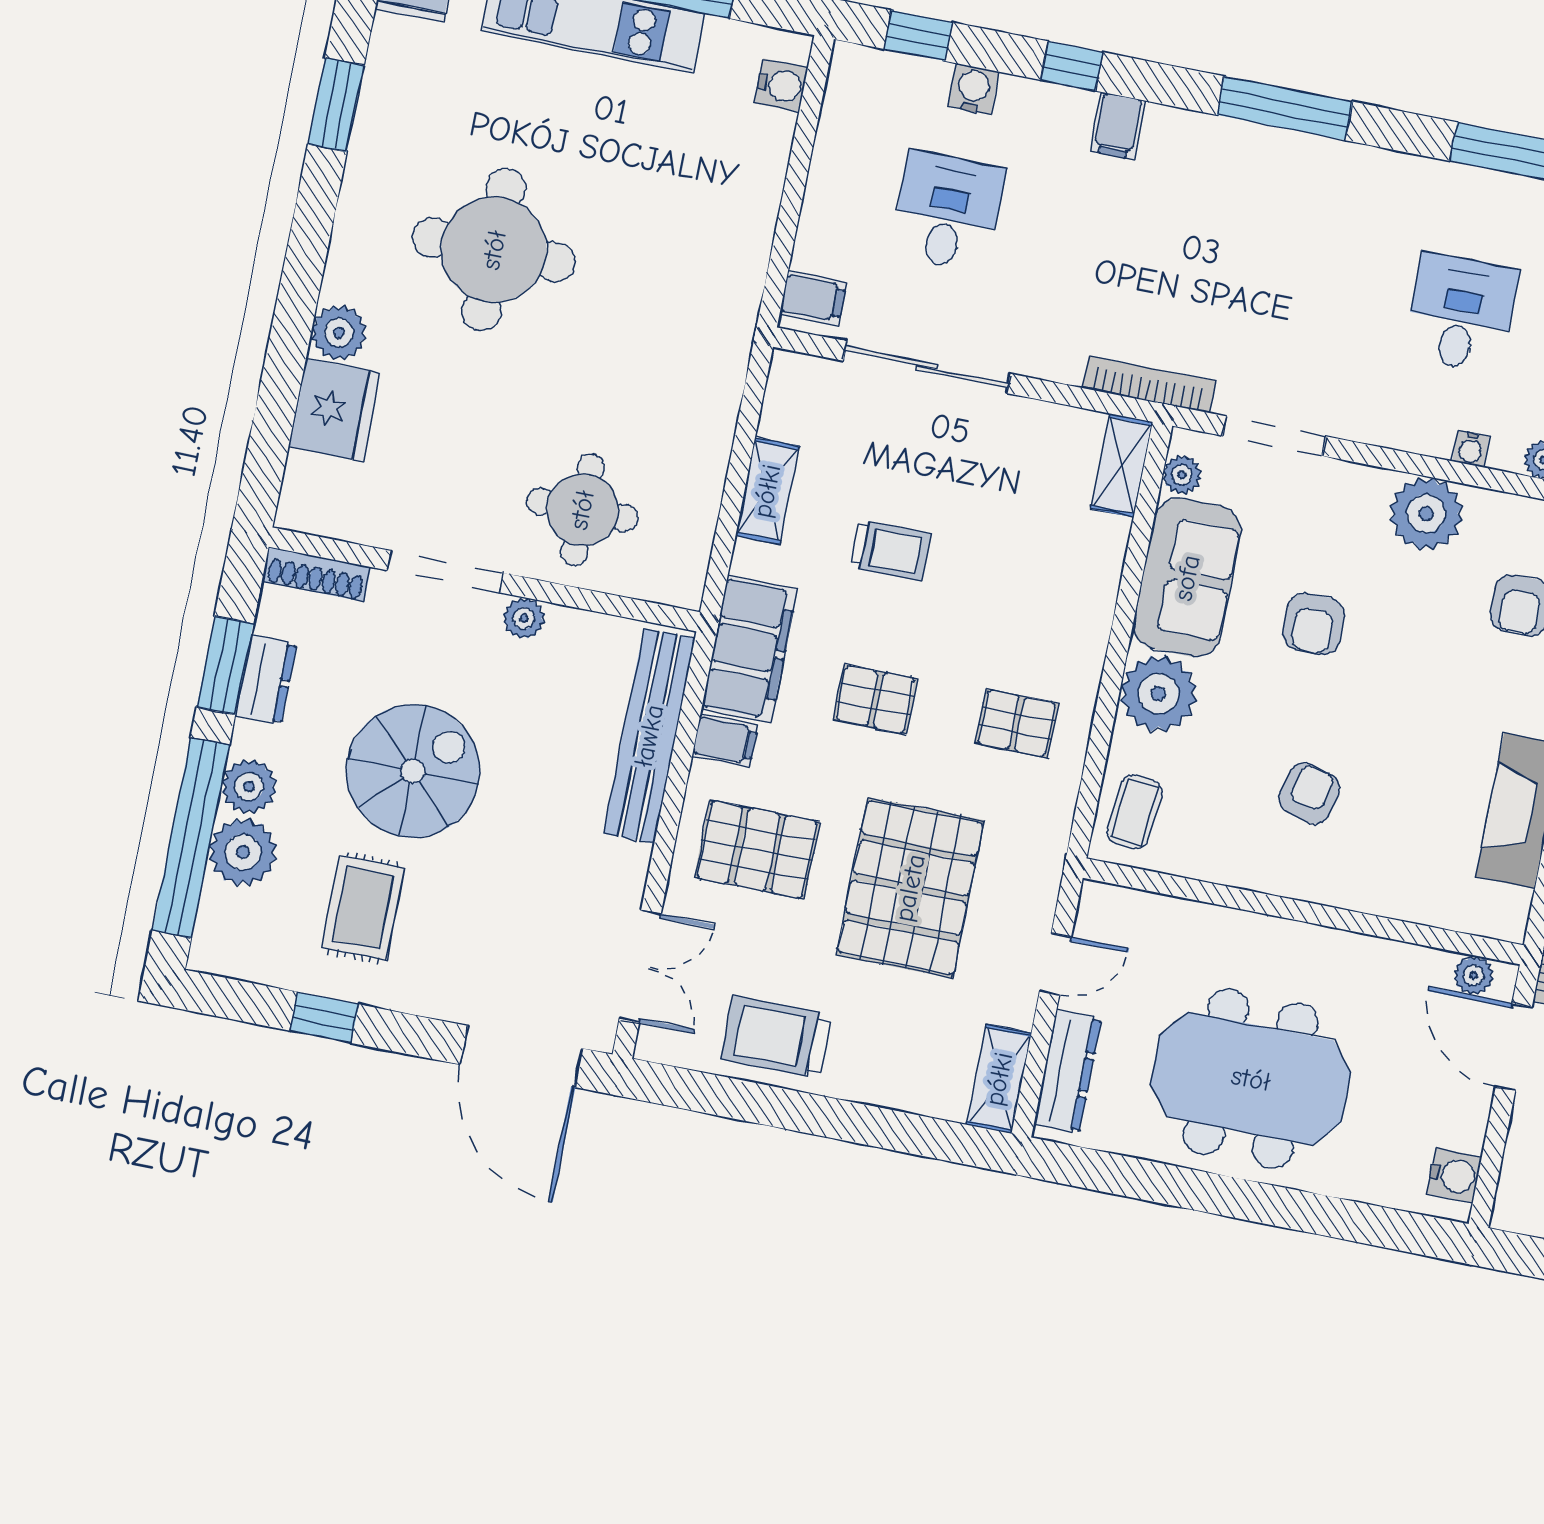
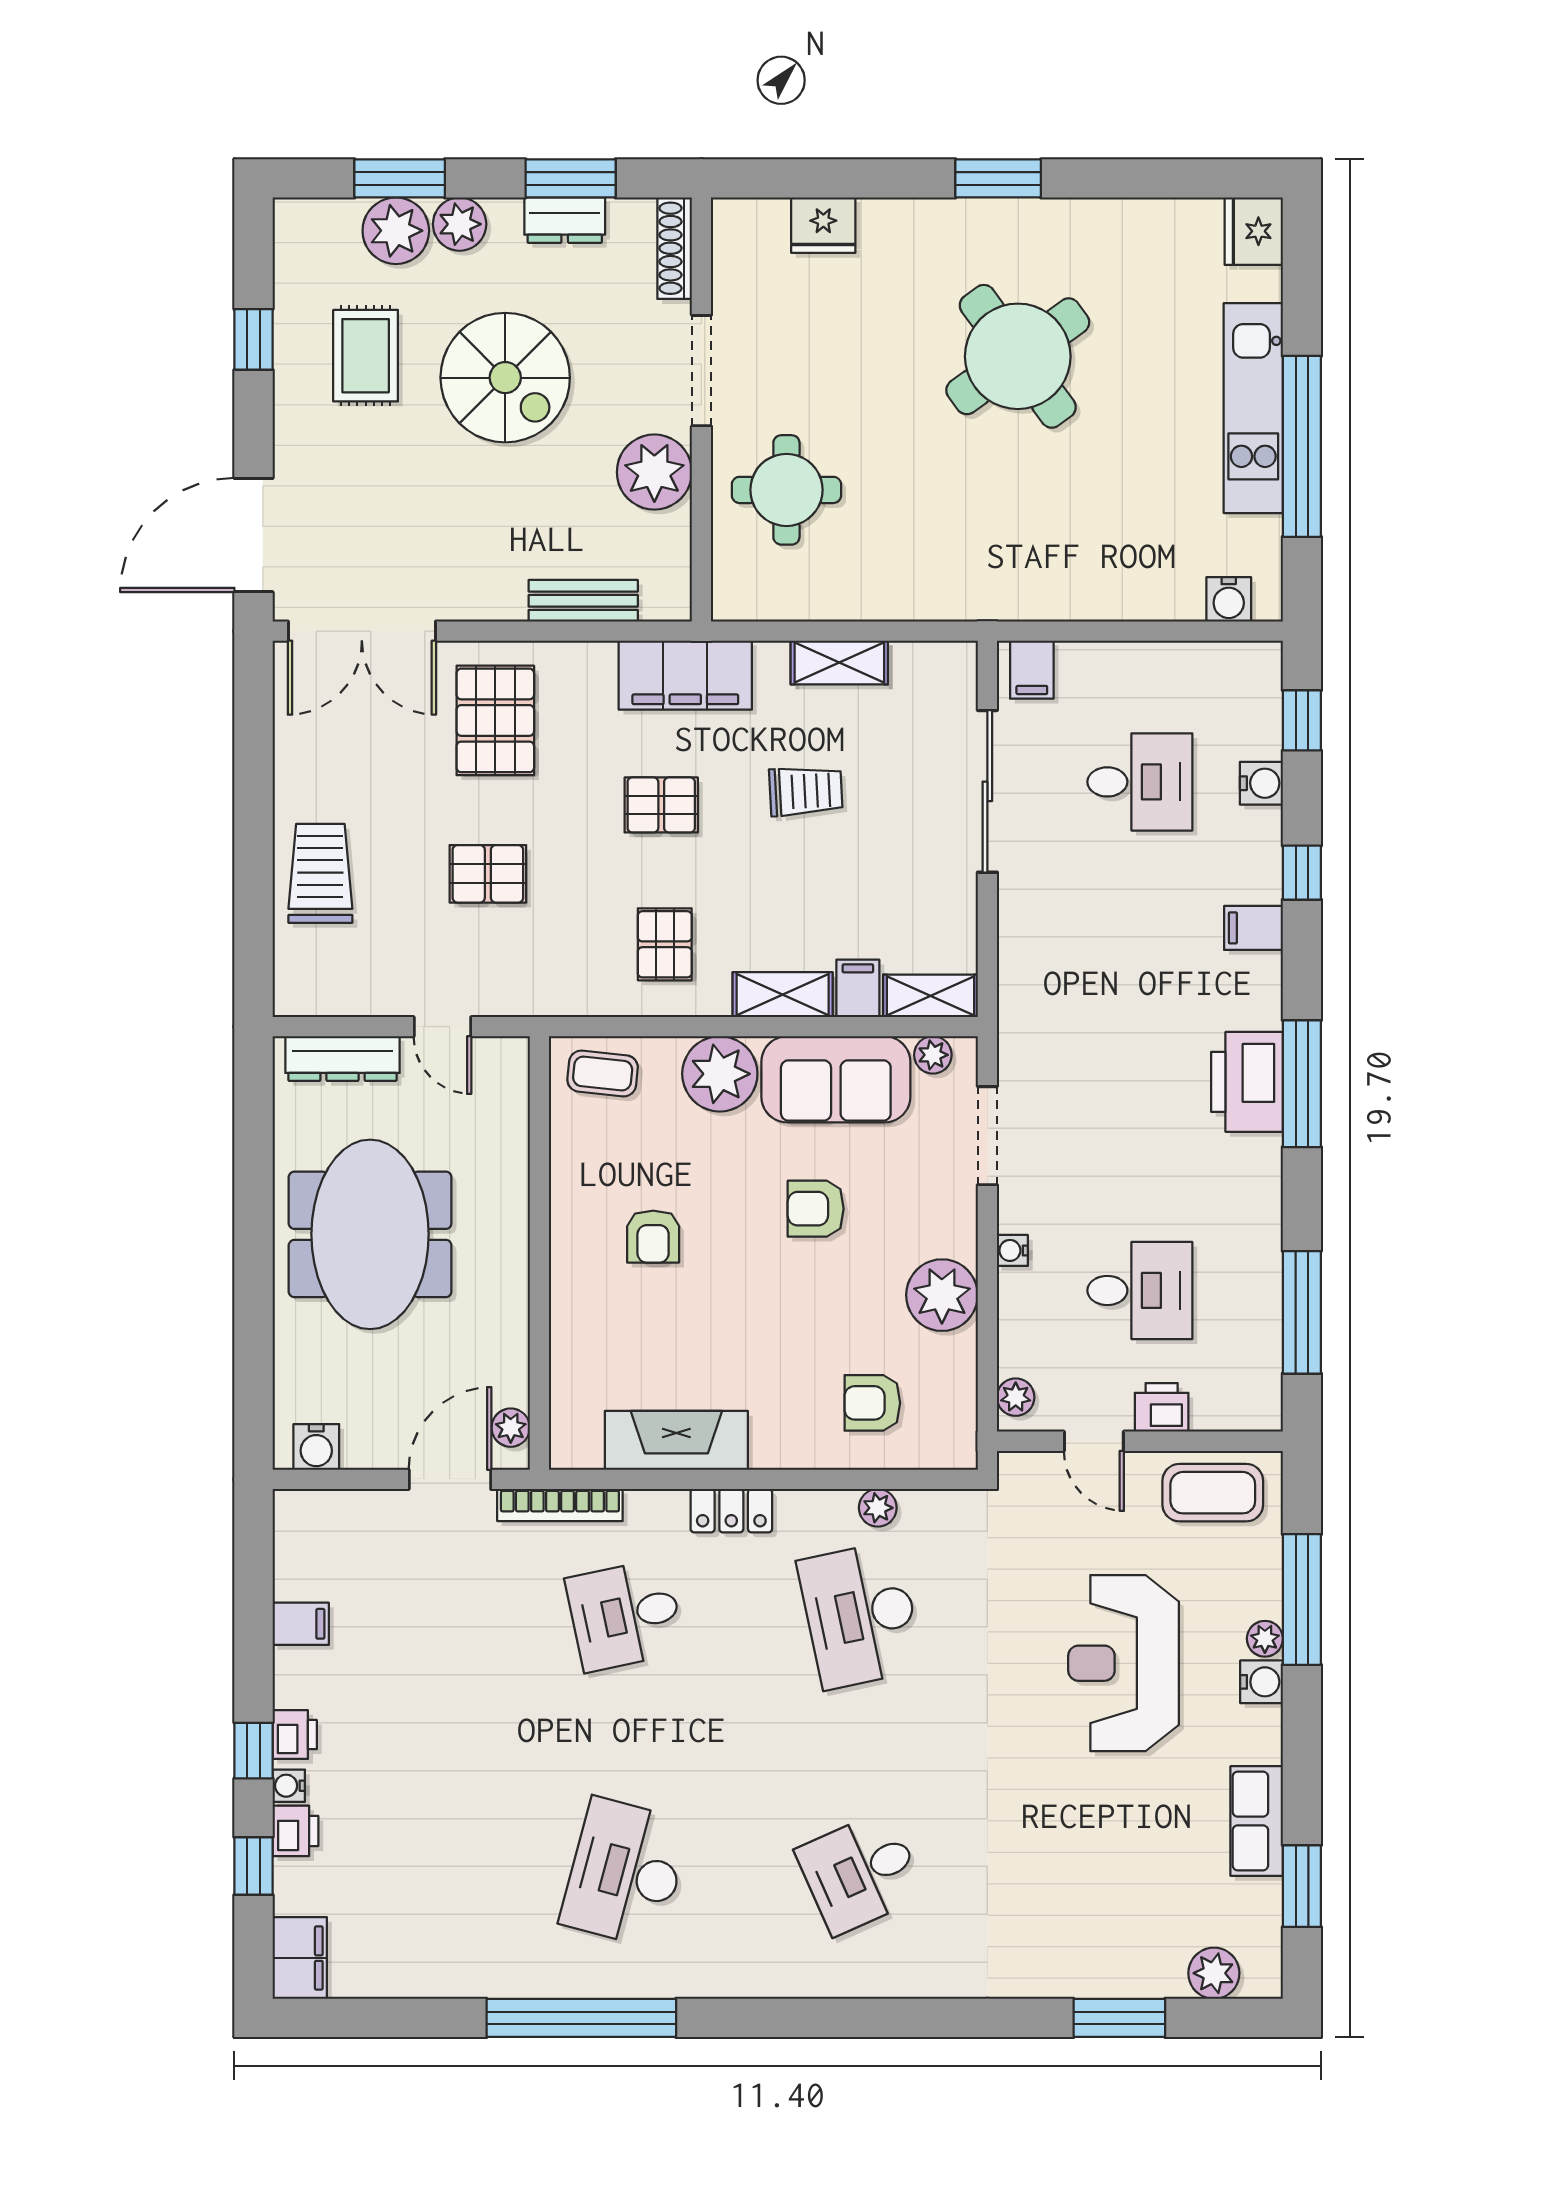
window: (336, 105) -> (998, 178), moved
printer: (1272, 163) -> (1247, 1082), added
round table: (494, 250) -> (1018, 356), turned -36
plant: (339, 333) -> (909, 224), removed
bookcase: (1149, 384) -> (1013, 1006), removed
fridge: (334, 410) -> (823, 225), width x0.73, depth x0.75
water cooler: (1471, 449) -> (1012, 1250), moved
trolley: (890, 550) -> (806, 791), turned -93
plant: (524, 618) -> (654, 472), width x1.87, depth x1.87
pallet: (875, 699) -> (661, 805), turned 90
bench: (649, 736) -> (583, 601), width x0.54, depth x0.82
filing cabinet: (725, 740) -> (858, 988), moved, turned 180
armchair: (1309, 793) -> (653, 1237), turned 76
window: (191, 838) -> (400, 178), width x0.47
pallet: (910, 888) -> (488, 874), width x0.49, depth x0.50
rug: (363, 908) -> (366, 356), turned 90
double door: (640, 966) -> (362, 631), width x1.37
trolley: (776, 1037) -> (320, 873), moved
shelving: (999, 1079) -> (783, 995), moved

